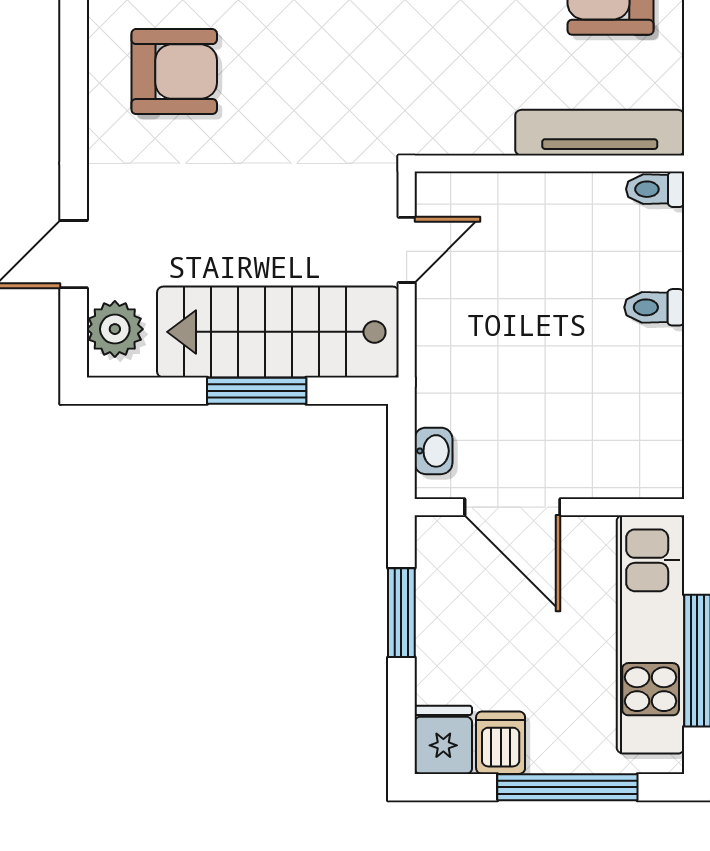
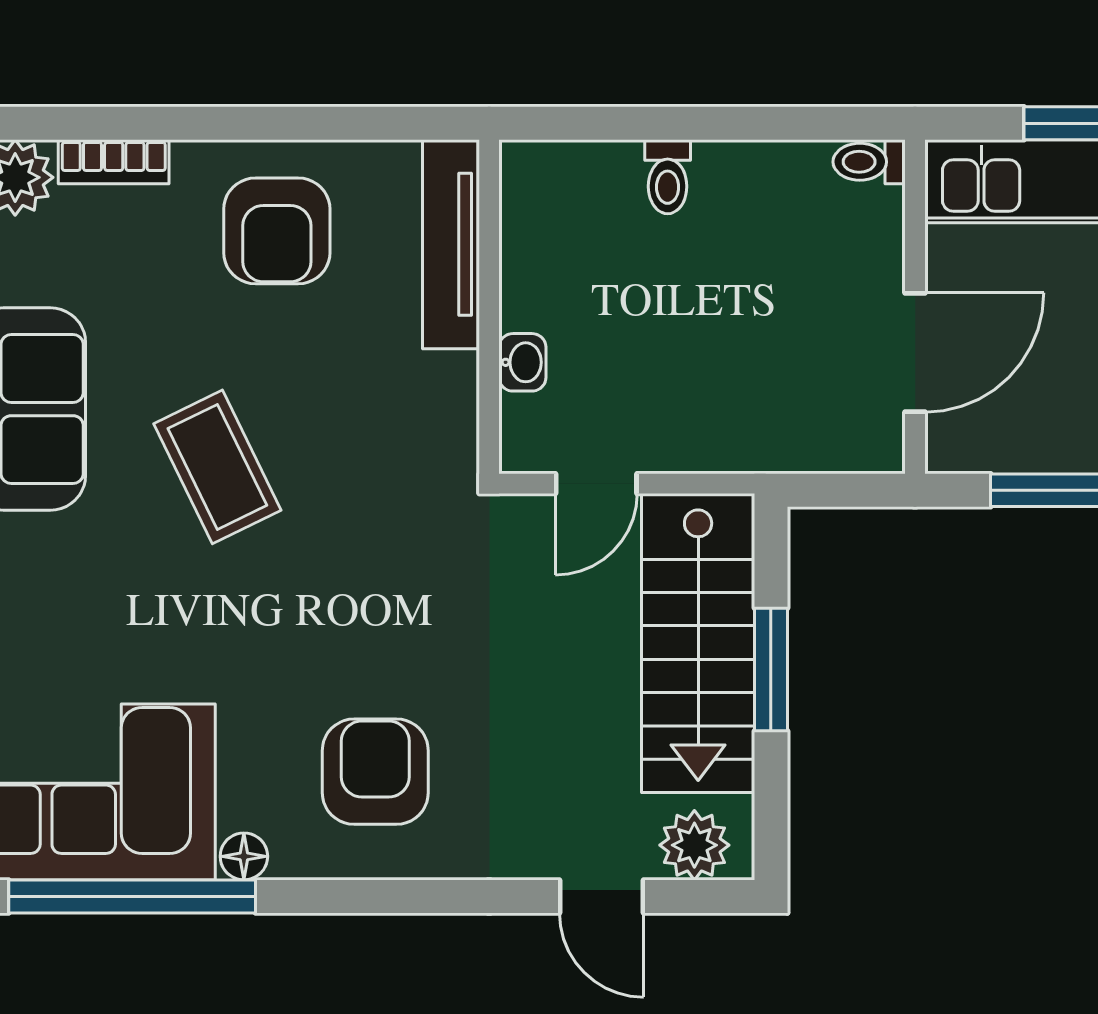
toilet: (655, 189) -> (869, 162), moved, turned 90
door: (407, 250) -> (596, 484), swing flipped
washbasin: (433, 451) -> (522, 362), moved, turned 90

